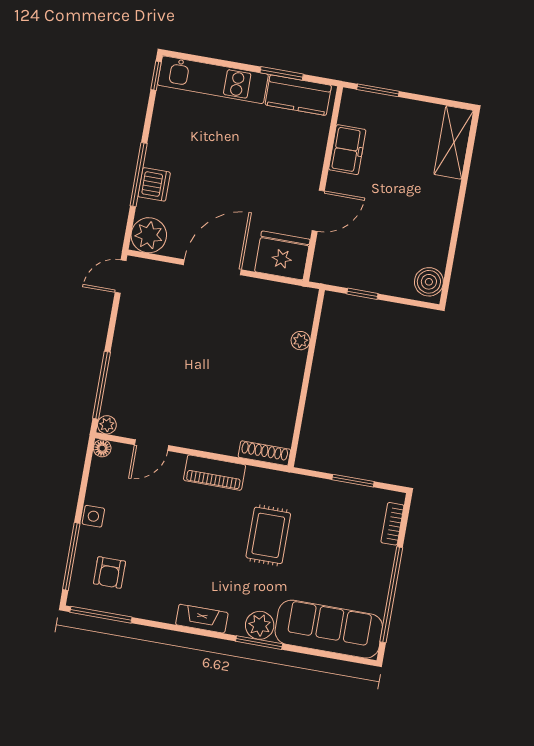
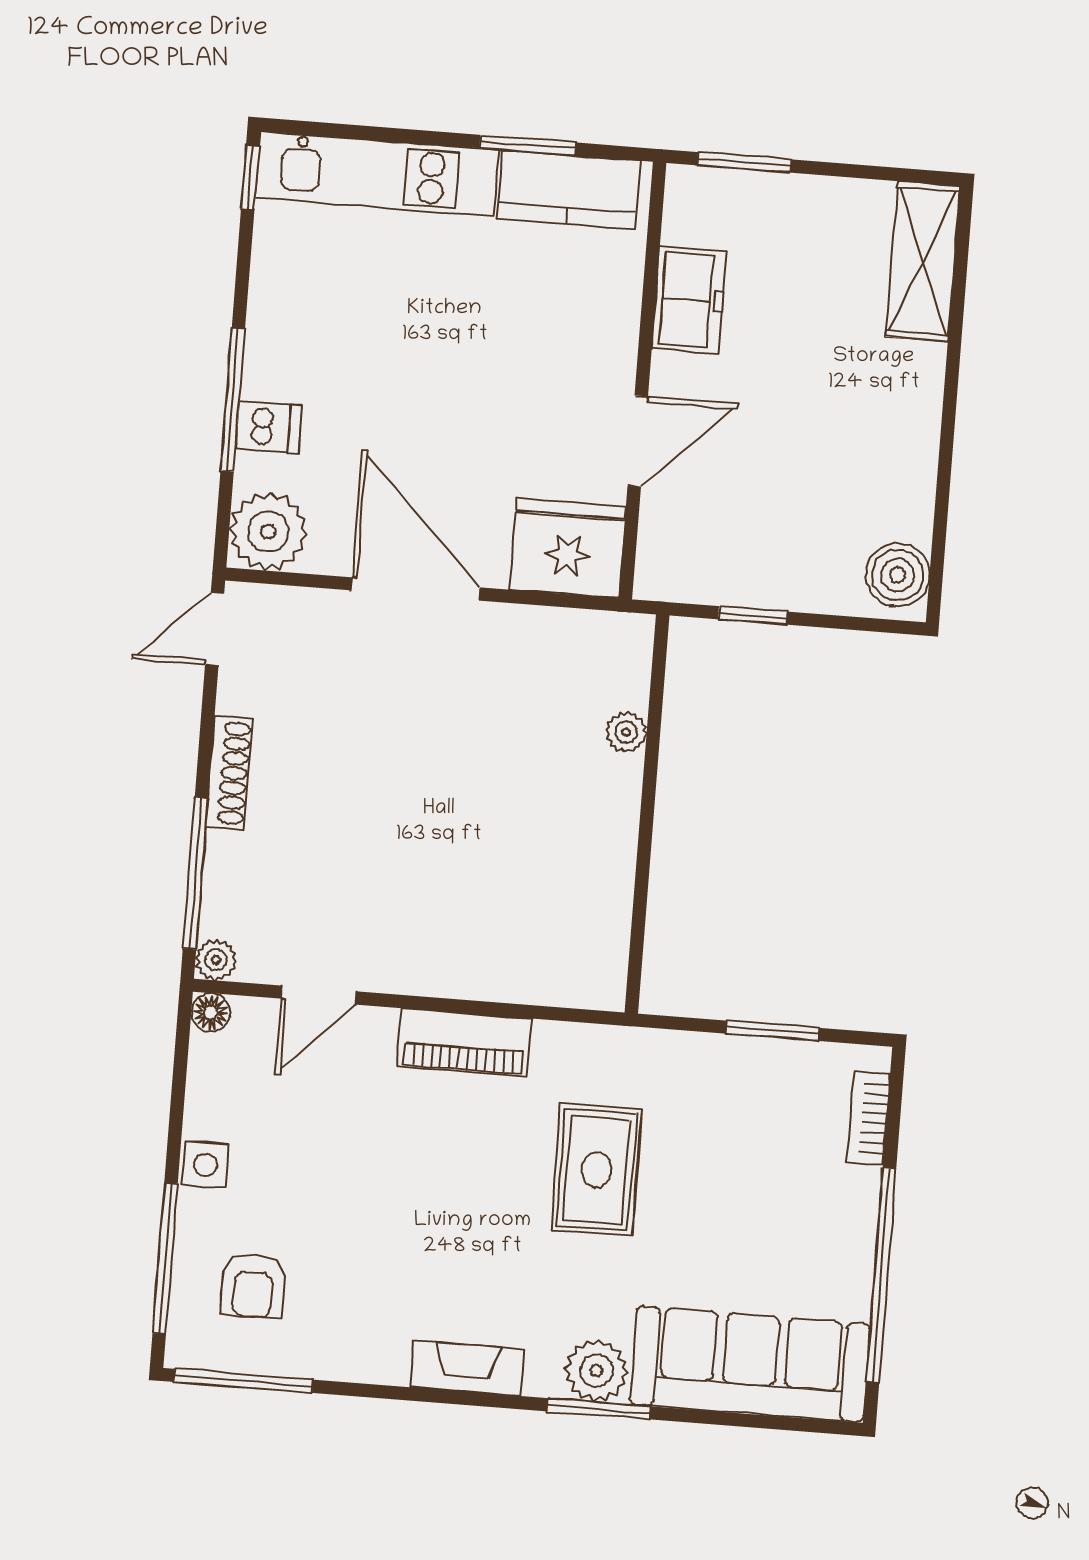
dishwasher: (154, 184) -> (268, 427), width x0.73
door: (212, 267) -> (416, 589), hinge flipped
shoe rack: (264, 453) -> (229, 773), moved, turned 90

